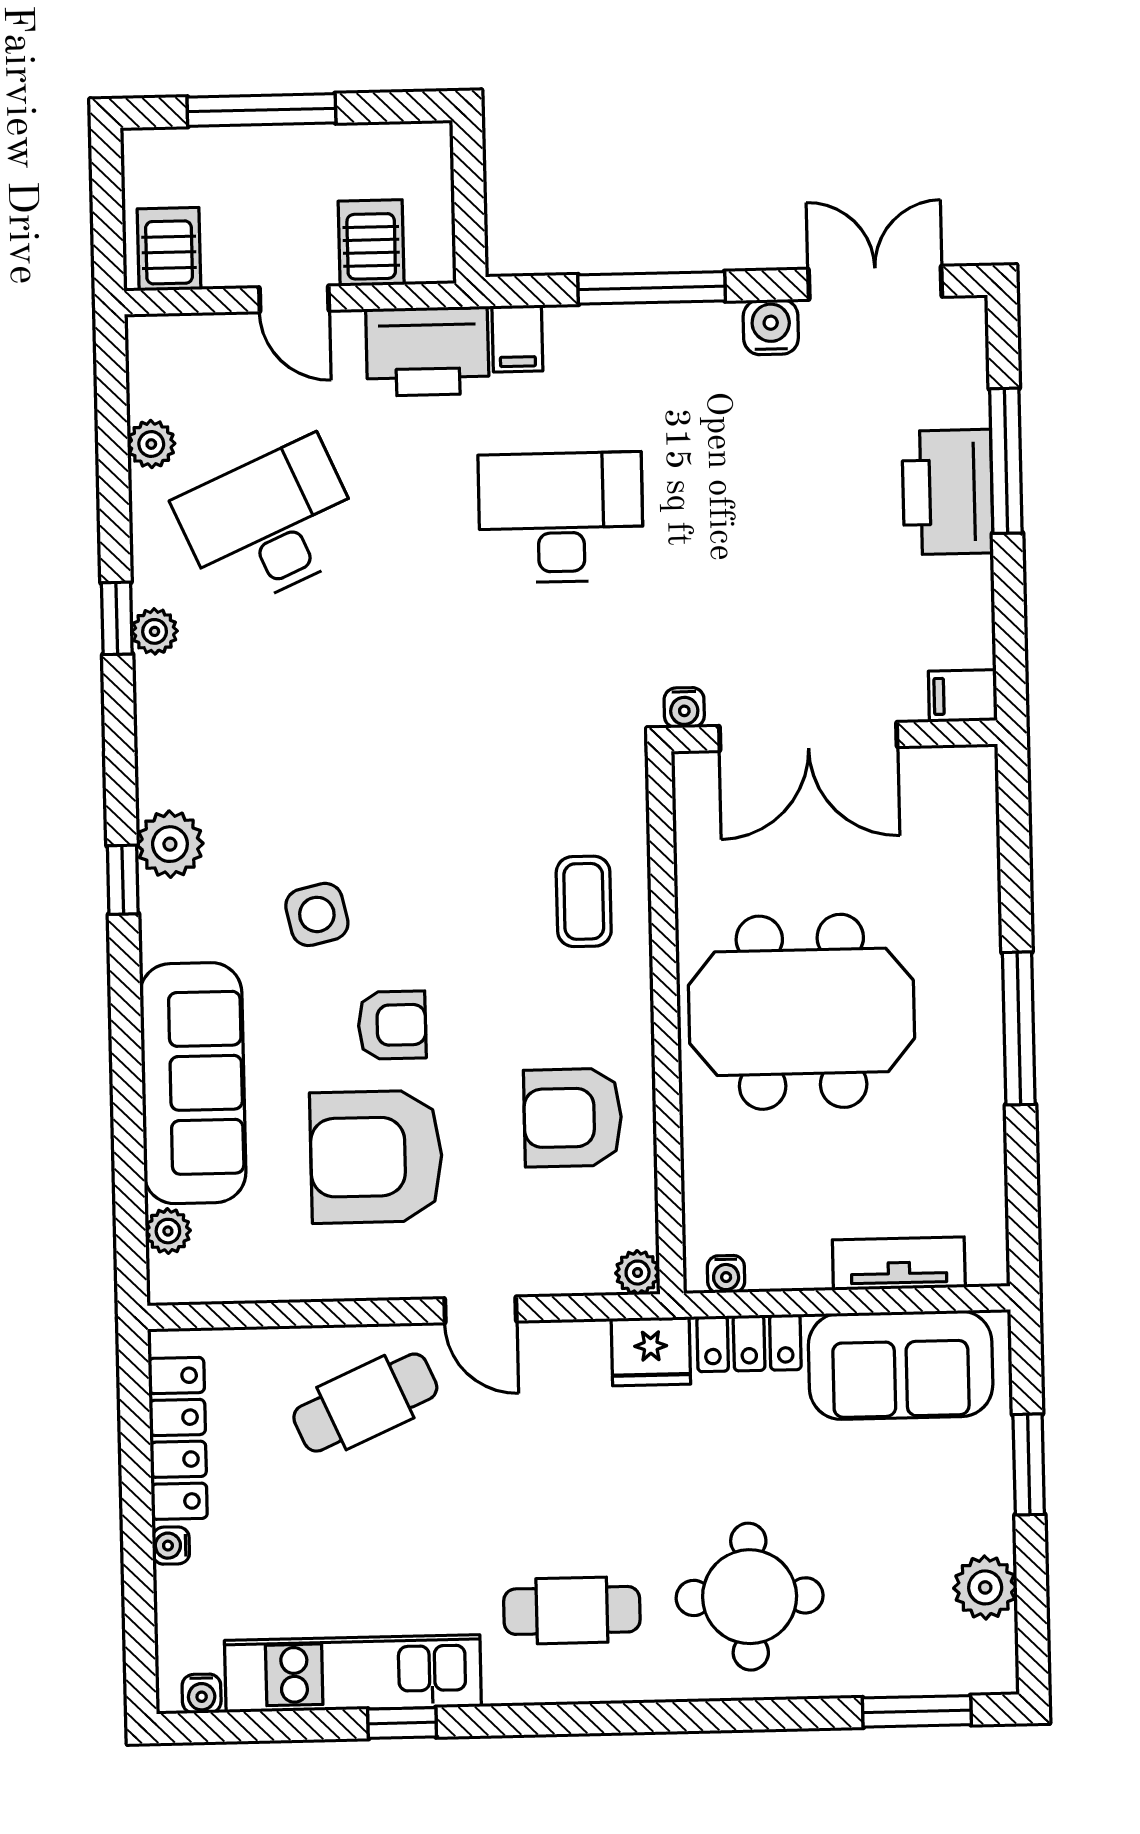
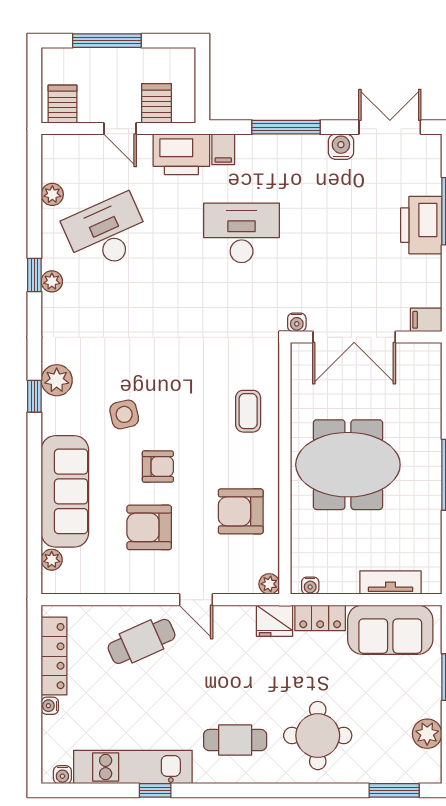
armchair: (376, 1157) -> (149, 527), width x0.73, depth x0.73

